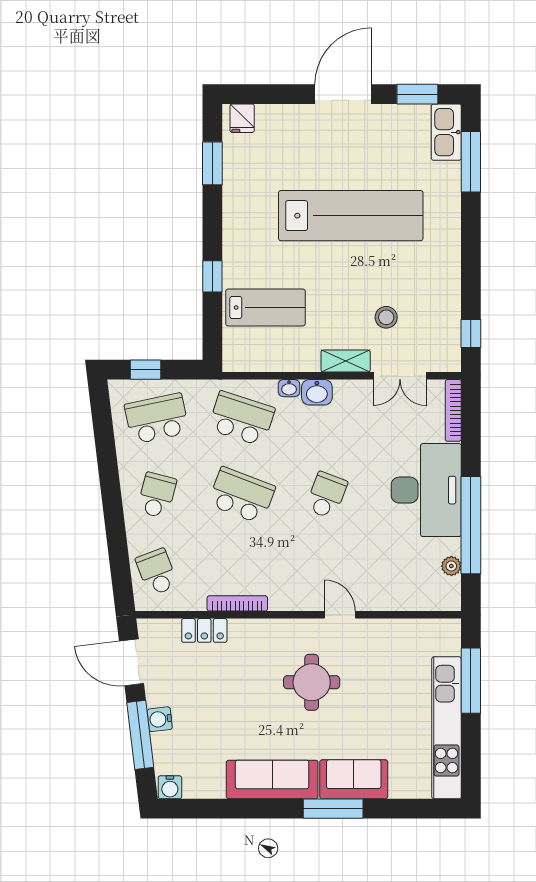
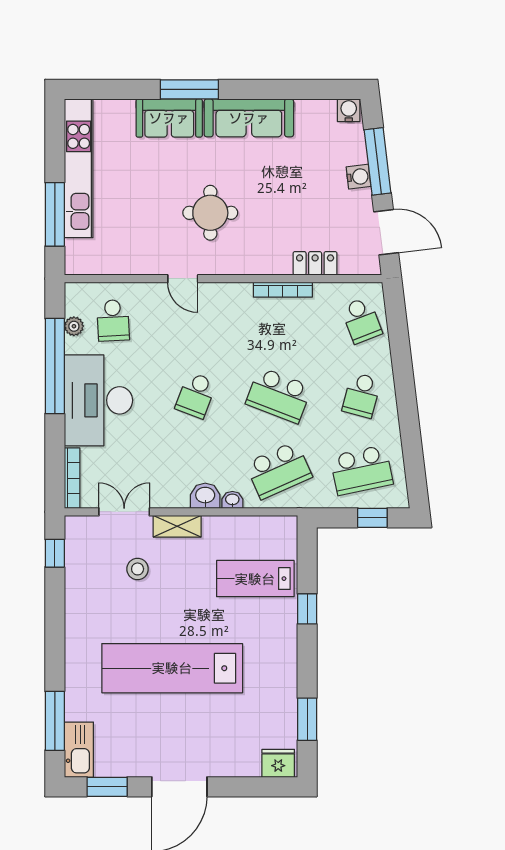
fridge: (242, 118) -> (278, 763), width x1.38
school desk: (242, 419) -> (279, 470), turned -42
school desk: (411, 572) -> (113, 320), added

